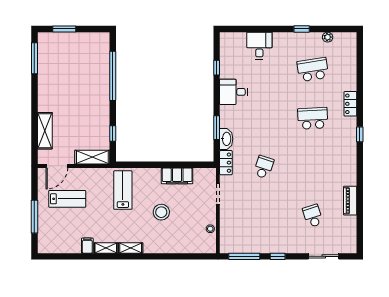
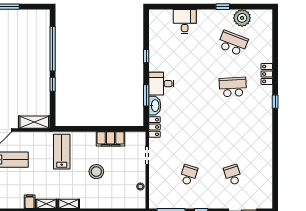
plant: (328, 37) -> (242, 18), width x1.88, depth x1.88
window: (217, 68) -> (146, 56), moved
school desk: (313, 70) -> (233, 43), turned 30
desk: (234, 92) -> (161, 84), moved
window: (113, 134) -> (53, 84), moved
school desk: (264, 167) -> (189, 175), moved
piano: (350, 201) -> (267, 161), removed

